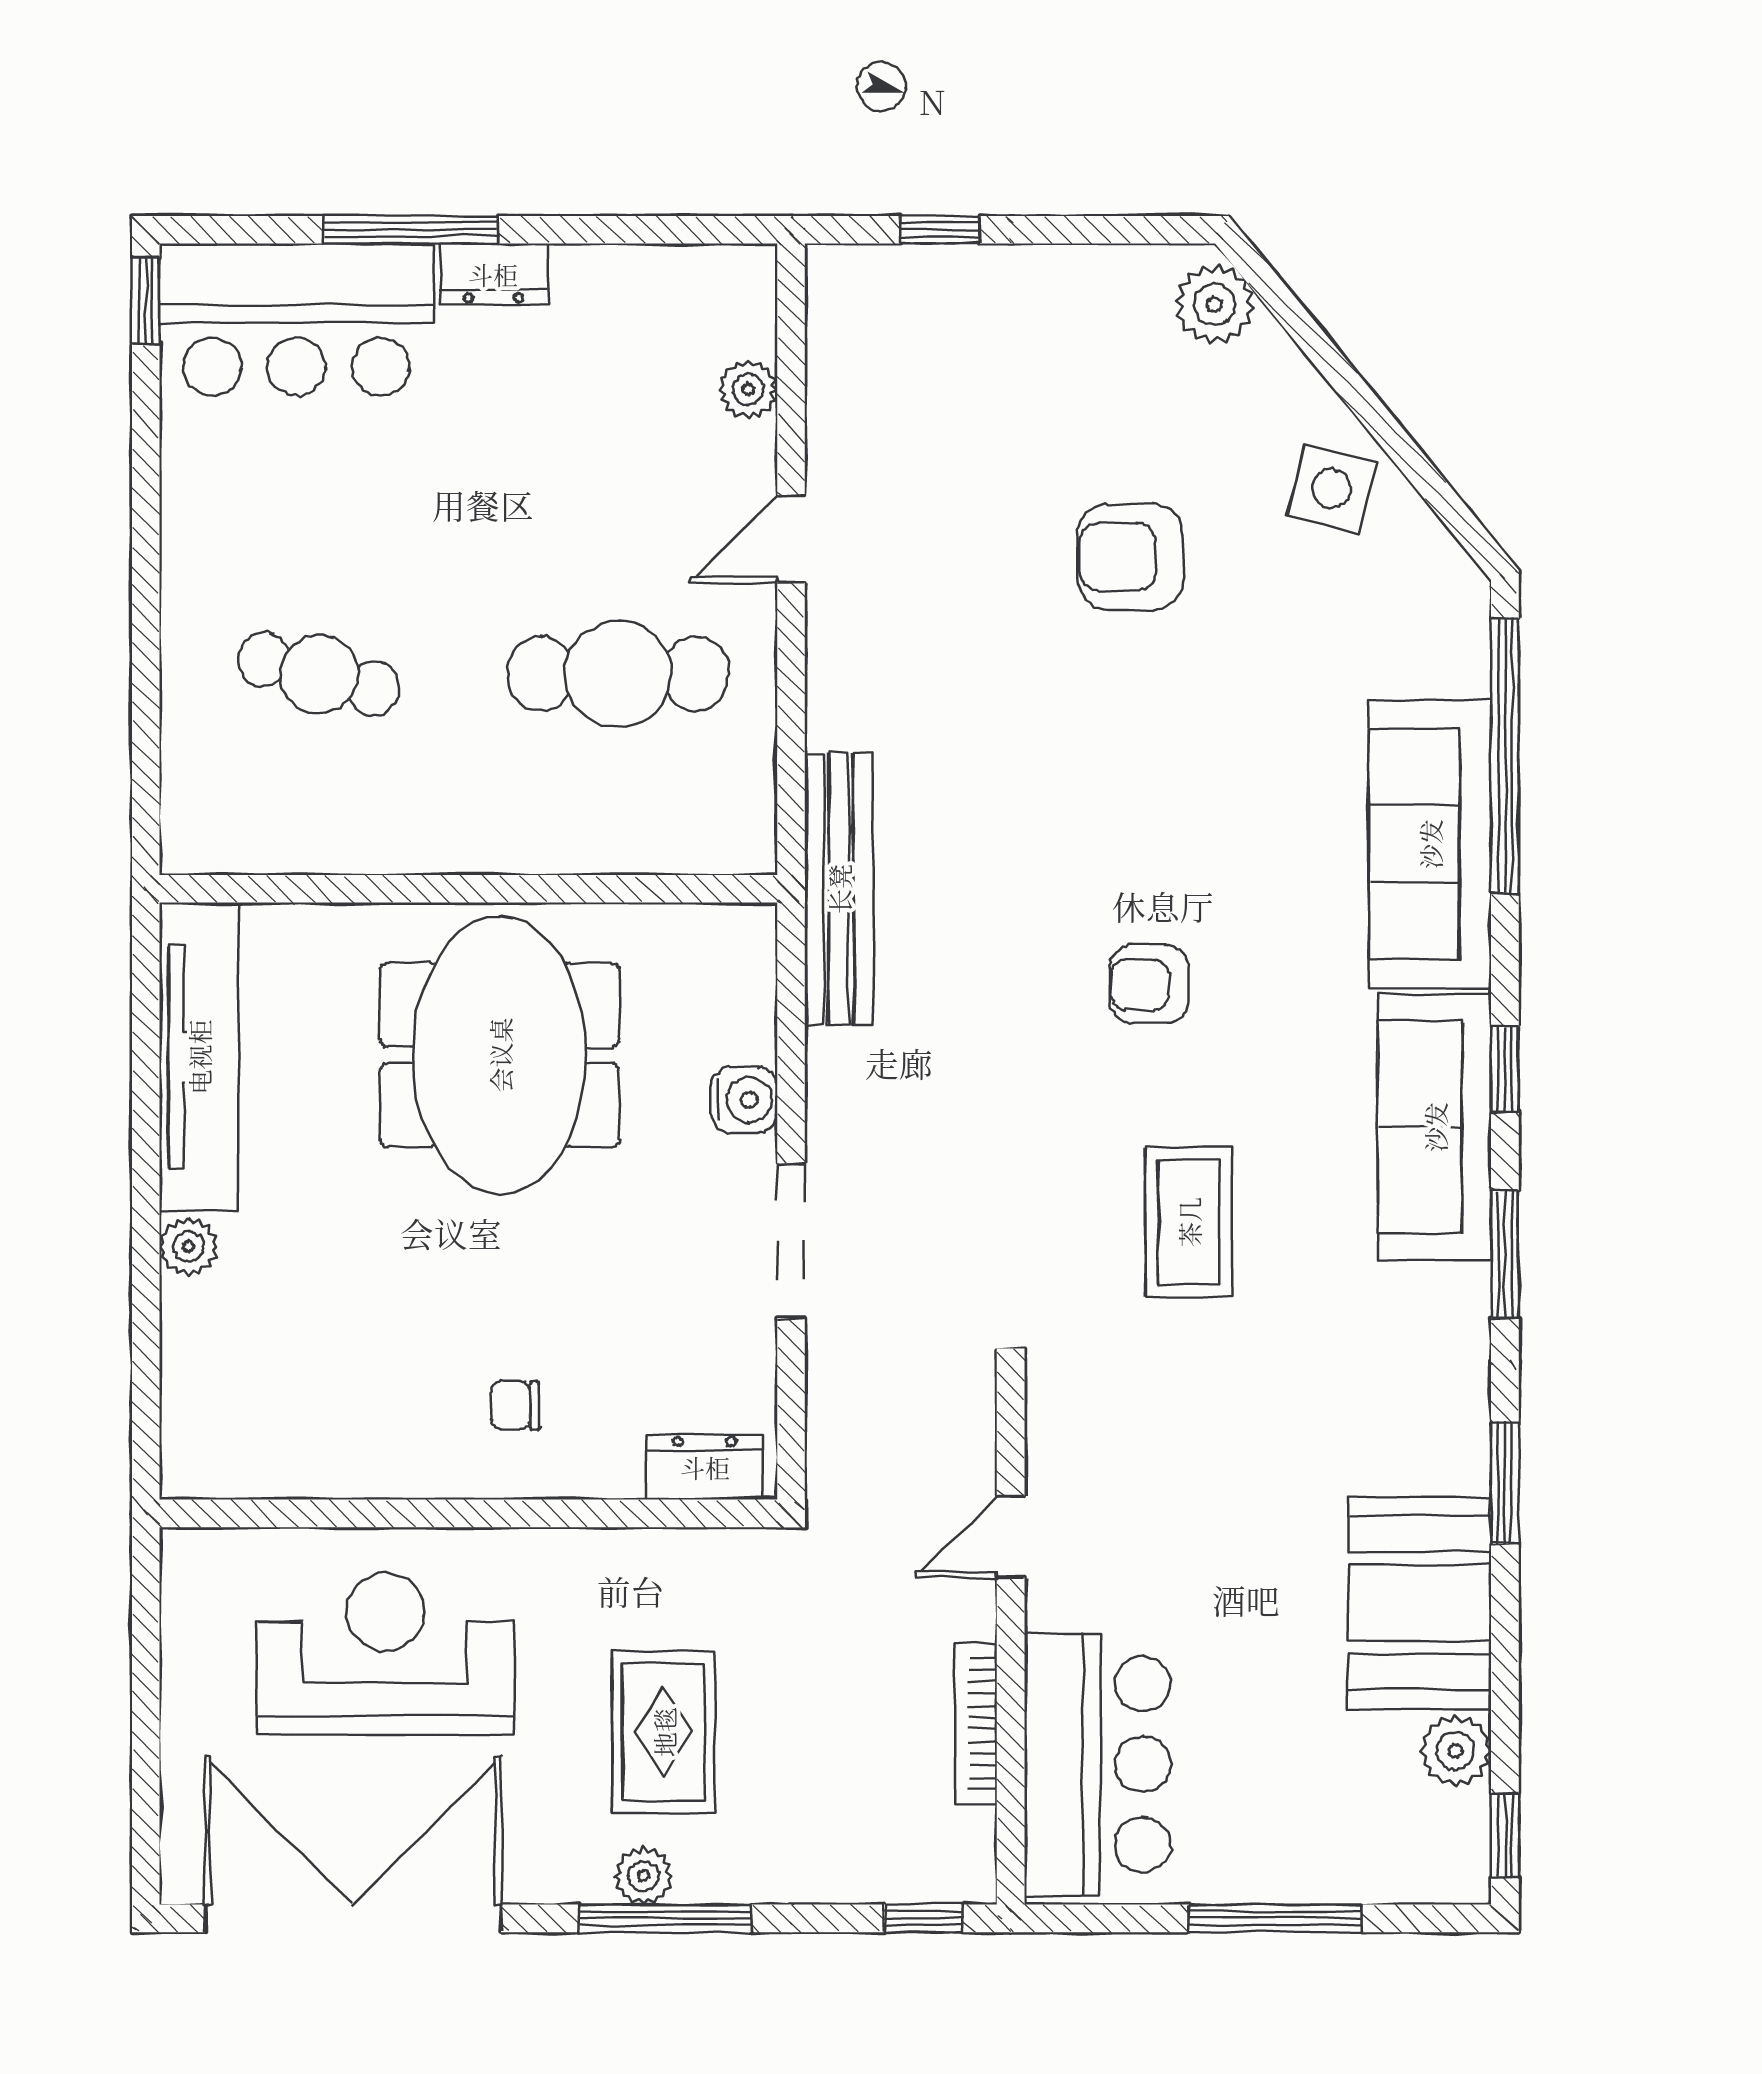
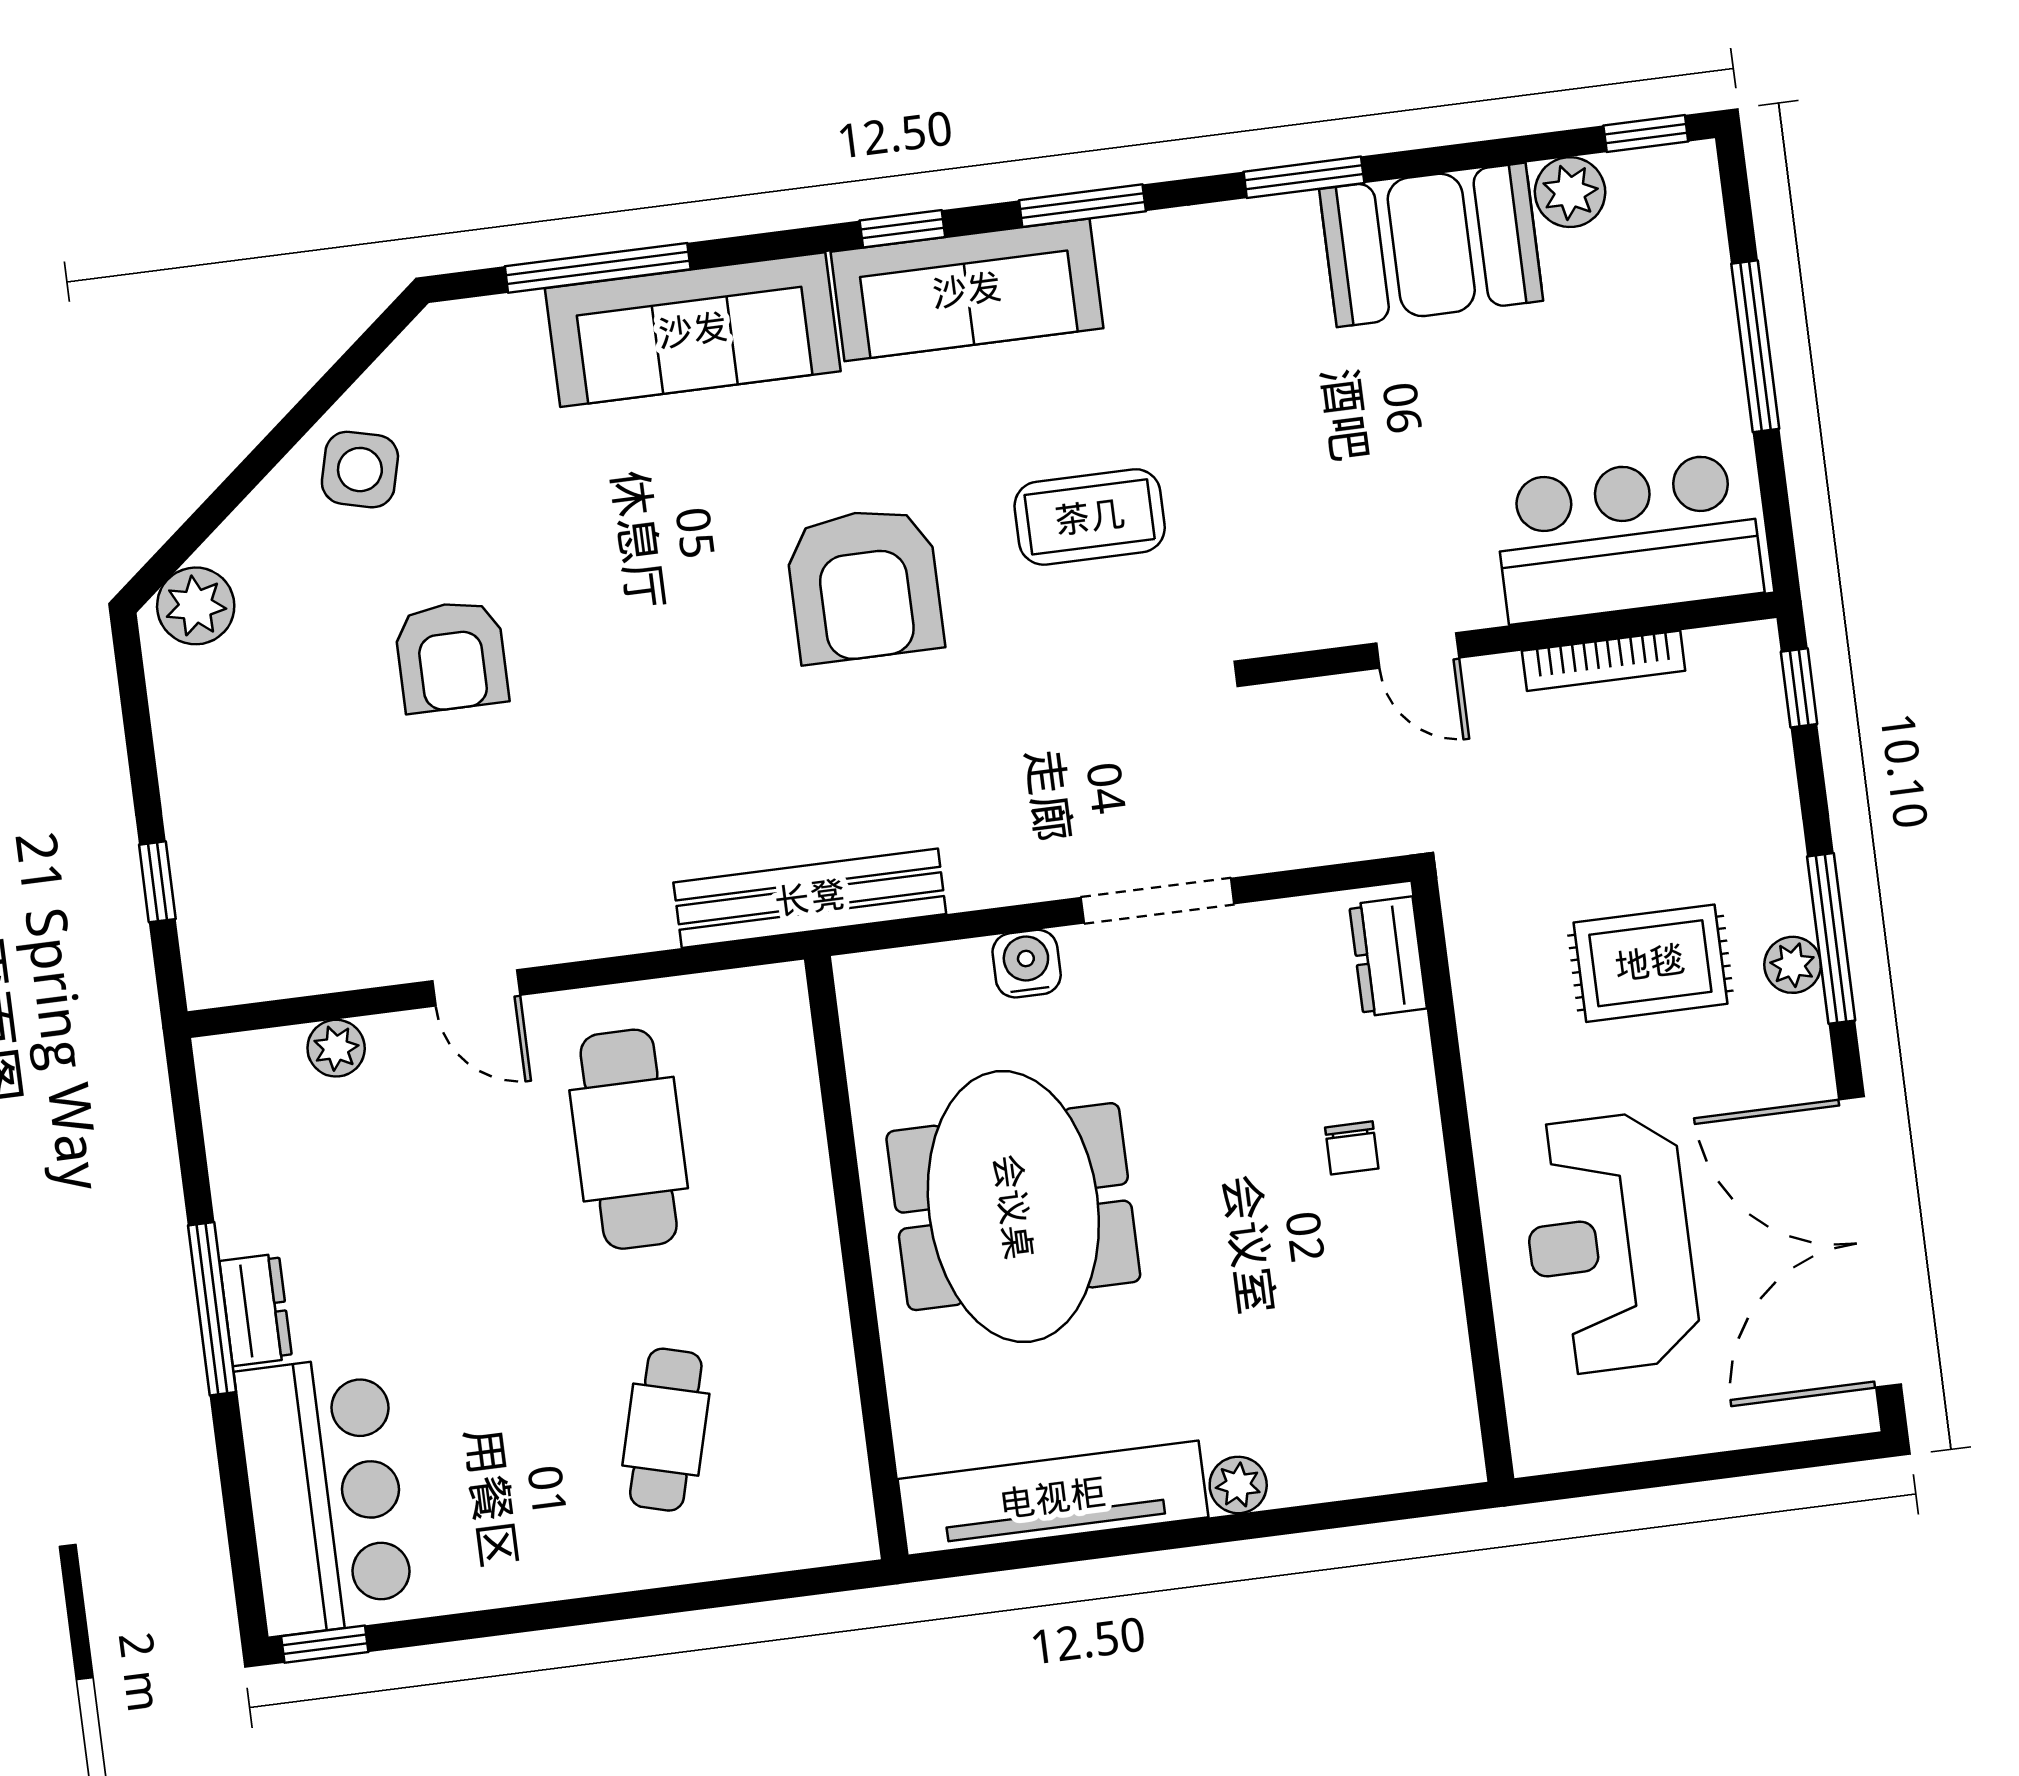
window: (411, 230) -> (212, 1309), moved
window: (1505, 756) -> (598, 268), width x0.68
armchair: (1149, 985) -> (864, 585), width x1.88, depth x1.88
meeting table: (500, 1055) -> (1013, 1207), turned 90

